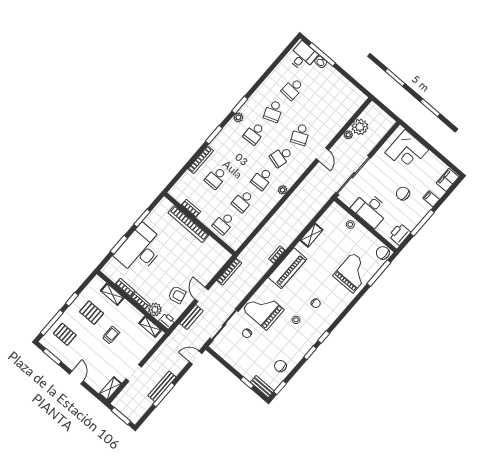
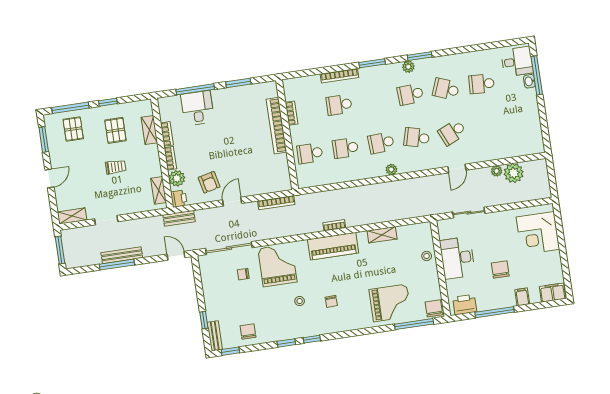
school desk: (273, 111) -> (446, 89), turned 42
sliding door: (353, 175) -> (469, 213), width x0.54
window: (119, 245) -> (195, 89), width x1.44
desk: (140, 250) -> (197, 108), width x0.53, depth x0.77
bench: (191, 317) -> (179, 218), moved

